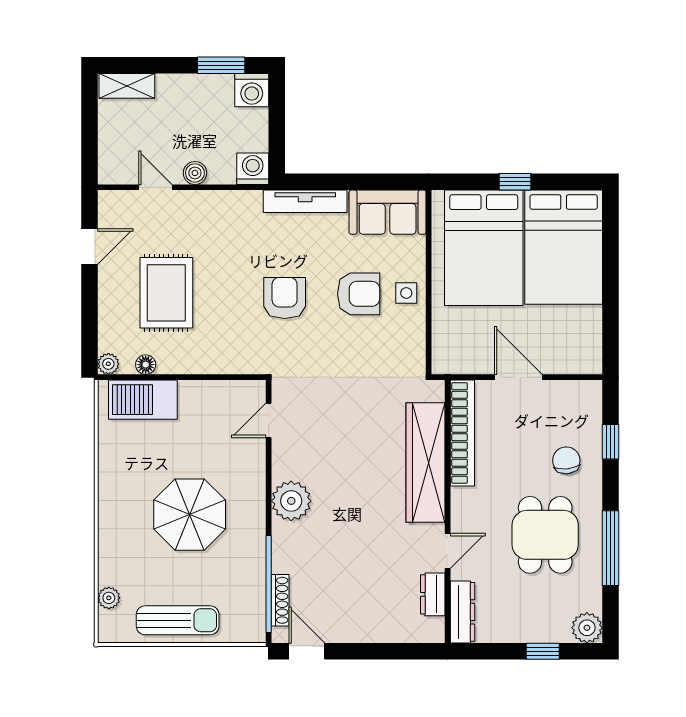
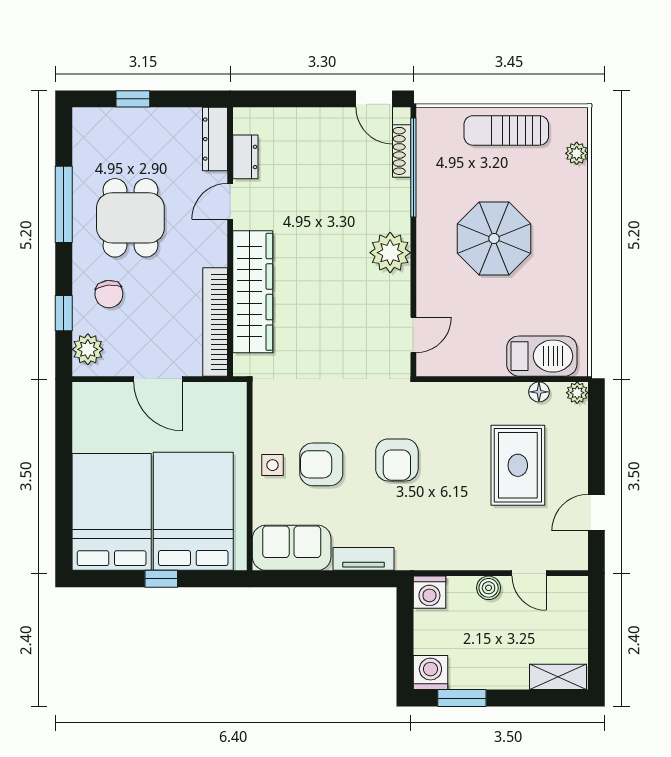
tv unit: (305, 201) -> (363, 559), width x0.71
plant: (587, 628) -> (88, 349), moved

